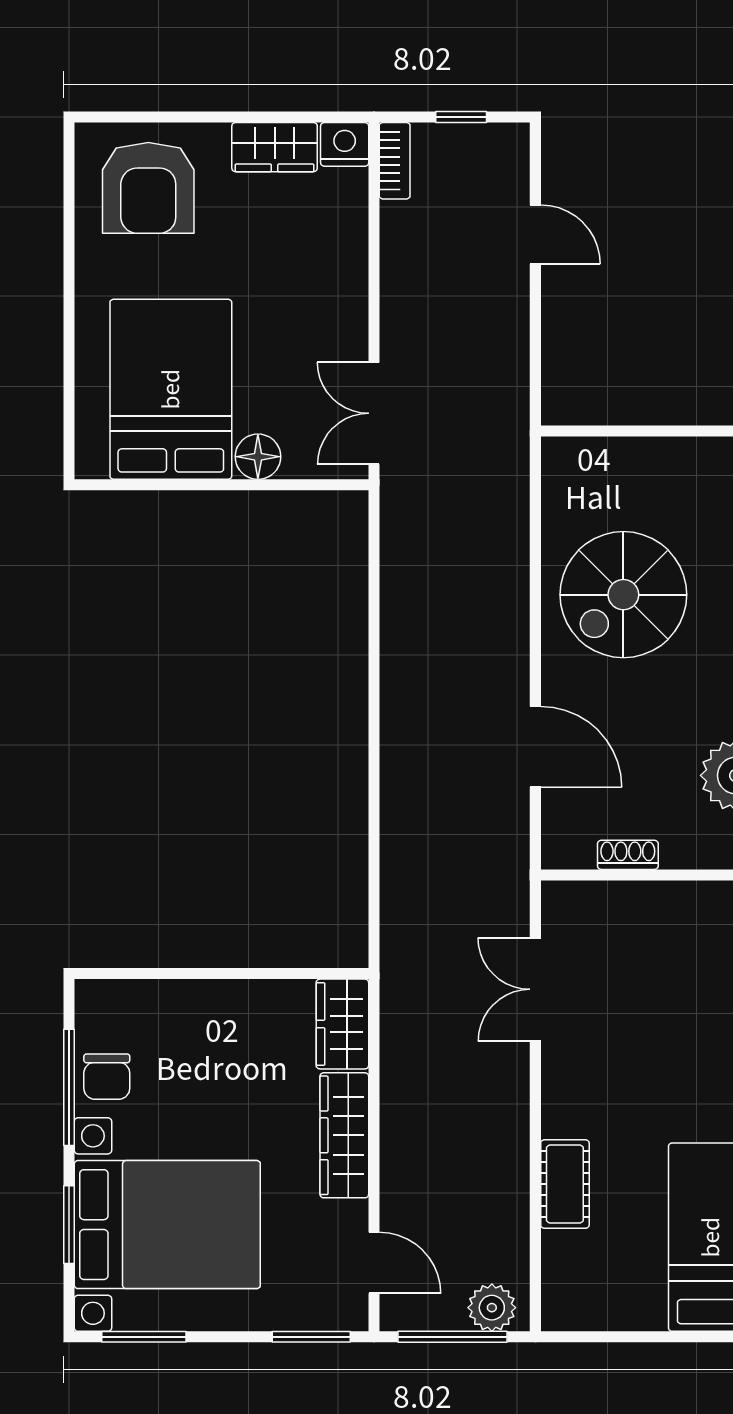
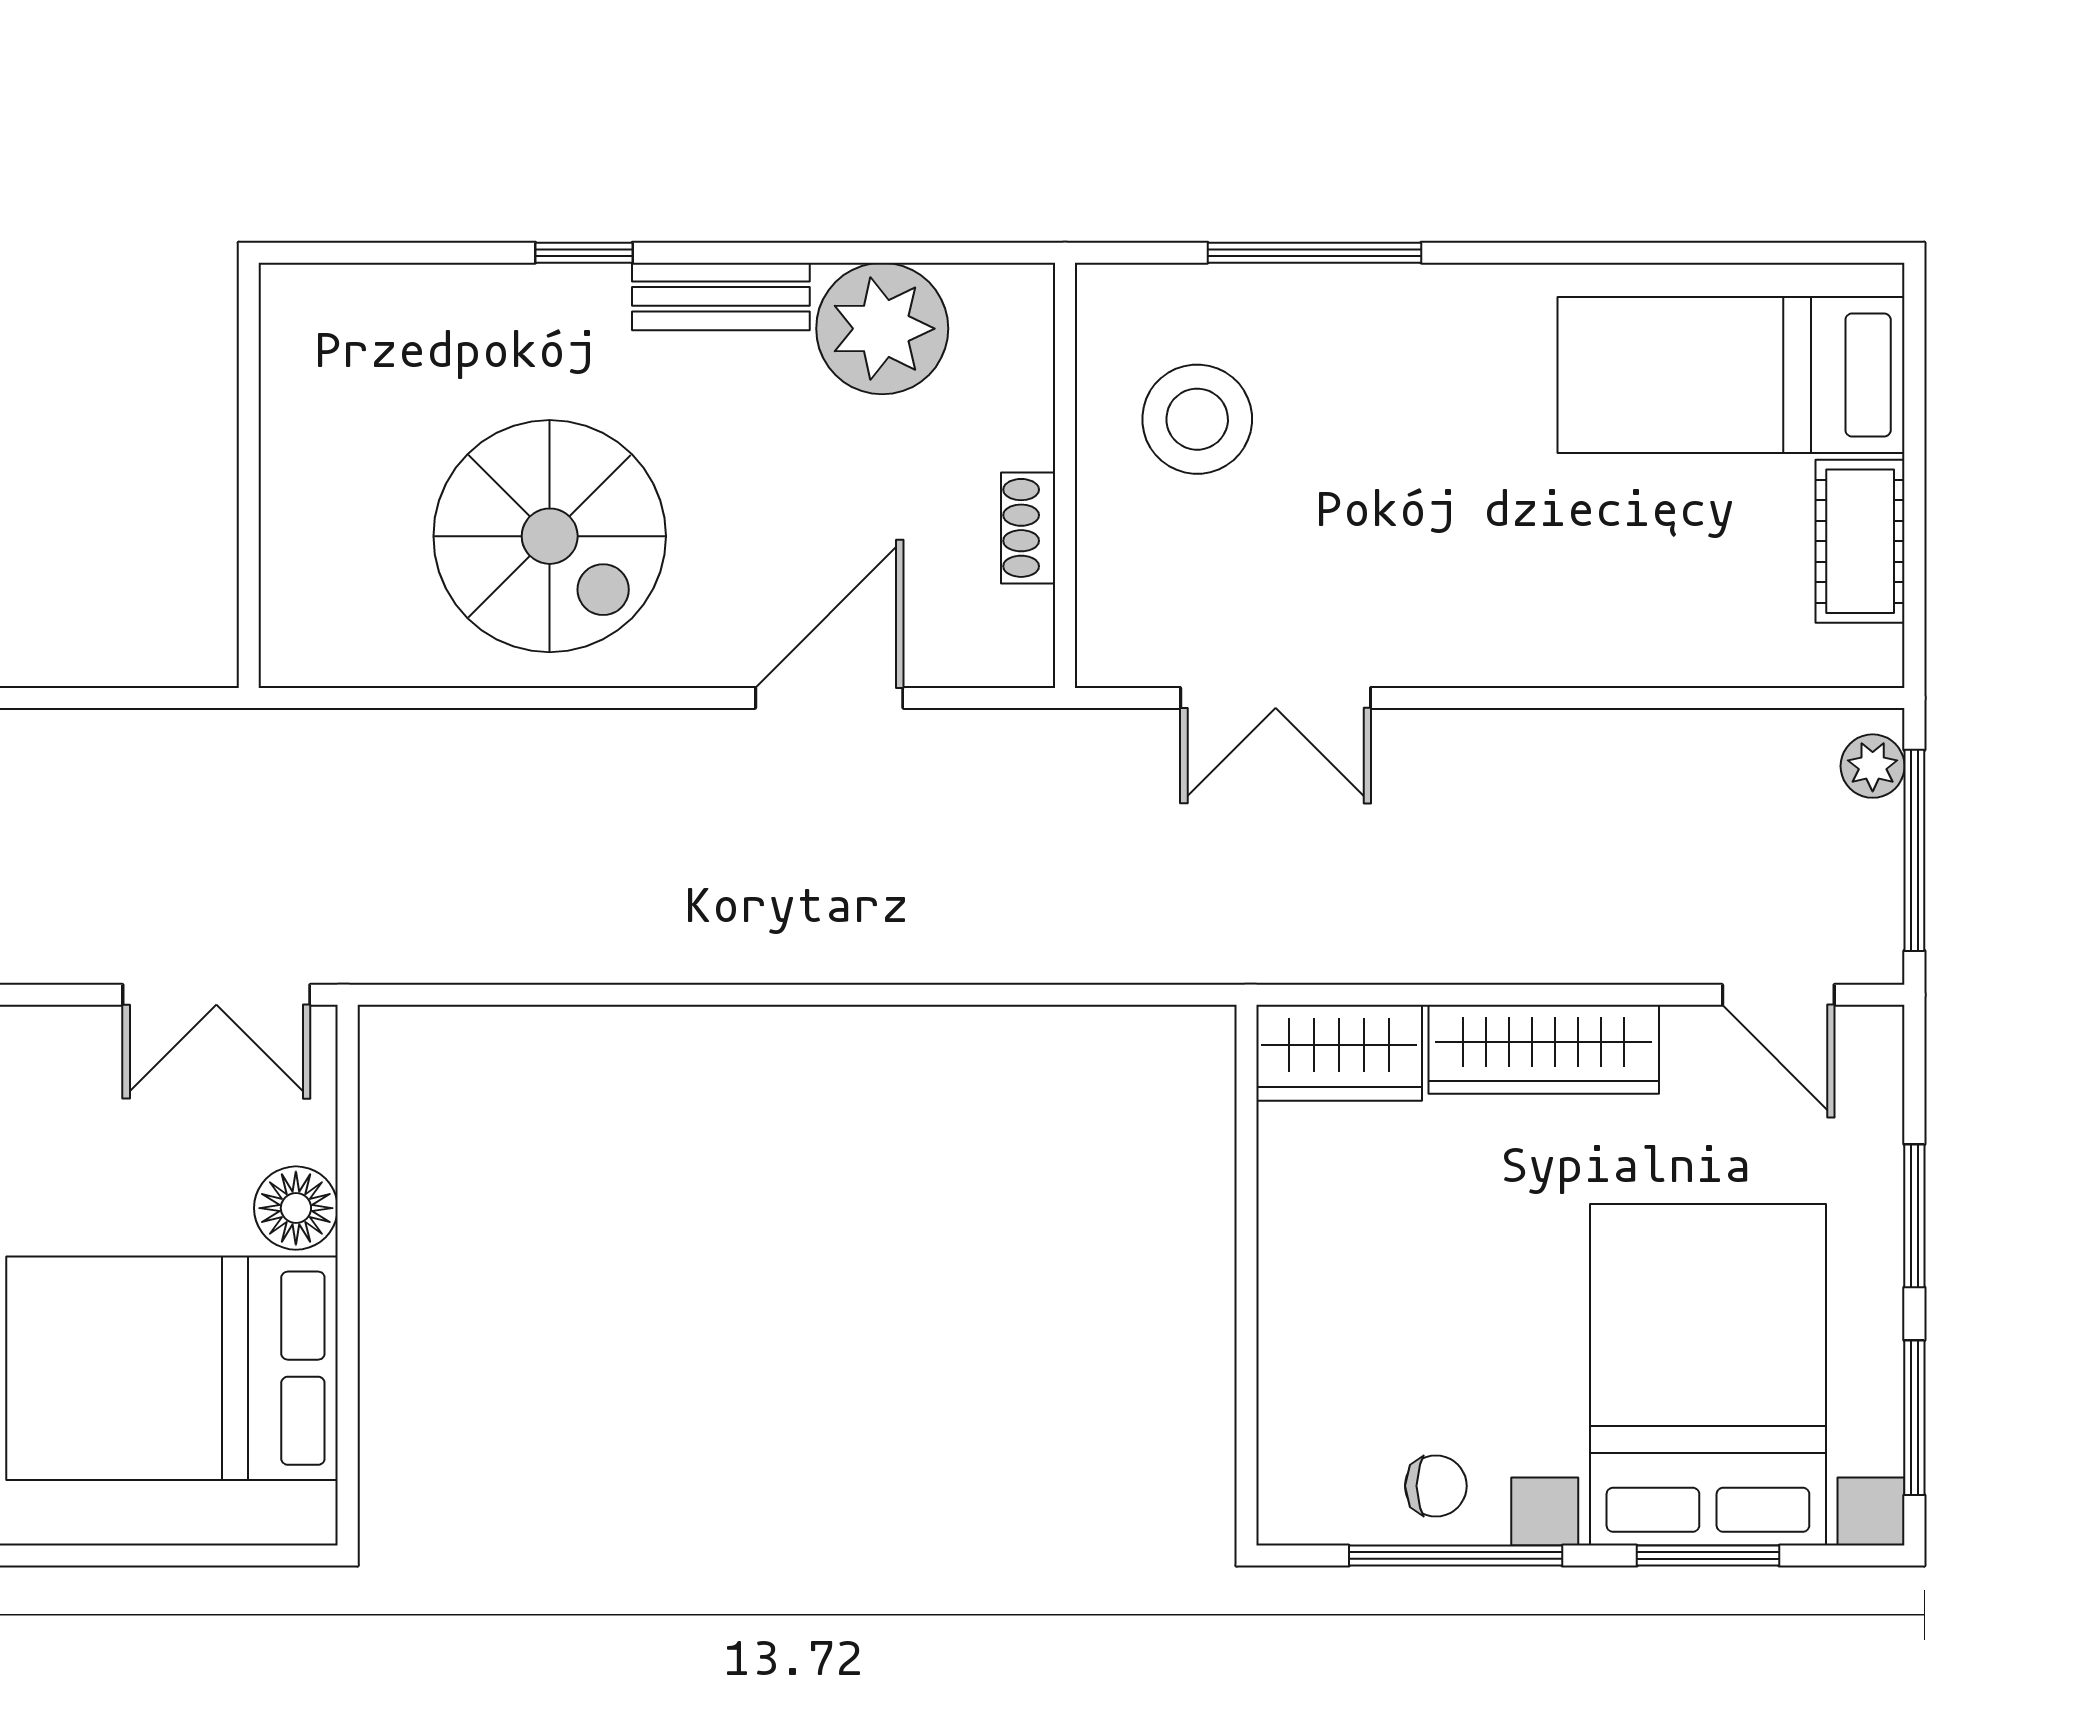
stool: (687, 947) -> (1197, 419), added
chair: (107, 1077) -> (1436, 1486), width x0.73, depth x0.73
cot: (565, 1184) -> (1860, 541), moved, turned 90
door: (374, 1263) -> (1778, 995), swing flipped
plant: (492, 1308) -> (1873, 766), width x0.73, depth x0.73
window: (311, 1337) -> (1914, 1216), moved

